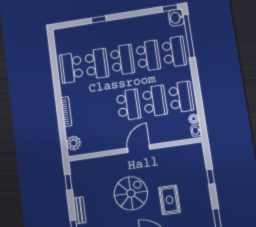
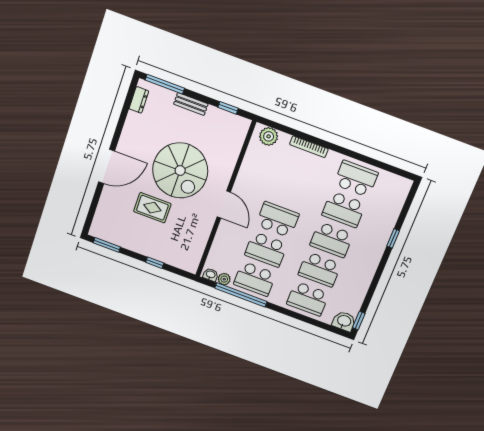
window: (189, 36) -> (241, 295), moved
school desk: (129, 105) -> (278, 220), turned 180
spiral stairs: (131, 193) -> (180, 171), width x1.37, depth x1.37

